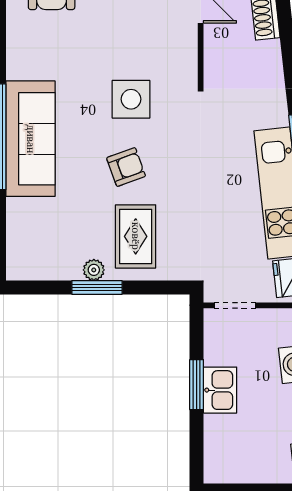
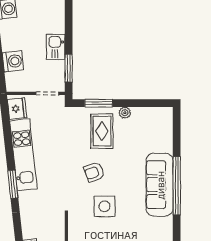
armchair: (126, 167) -> (94, 172), moved
window: (97, 287) -> (99, 103), moved
window: (197, 385) -> (69, 68), moved

